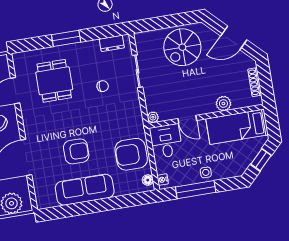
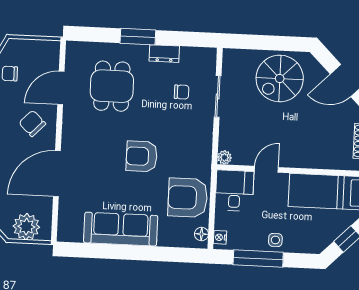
dresser: (112, 43) -> (164, 54), moved
chair: (103, 86) -> (182, 92), moved
plant: (223, 104) -> (316, 159), removed
door: (187, 119) -> (266, 169), swing flipped
armchair: (76, 151) -> (142, 156), moved, turned 180

